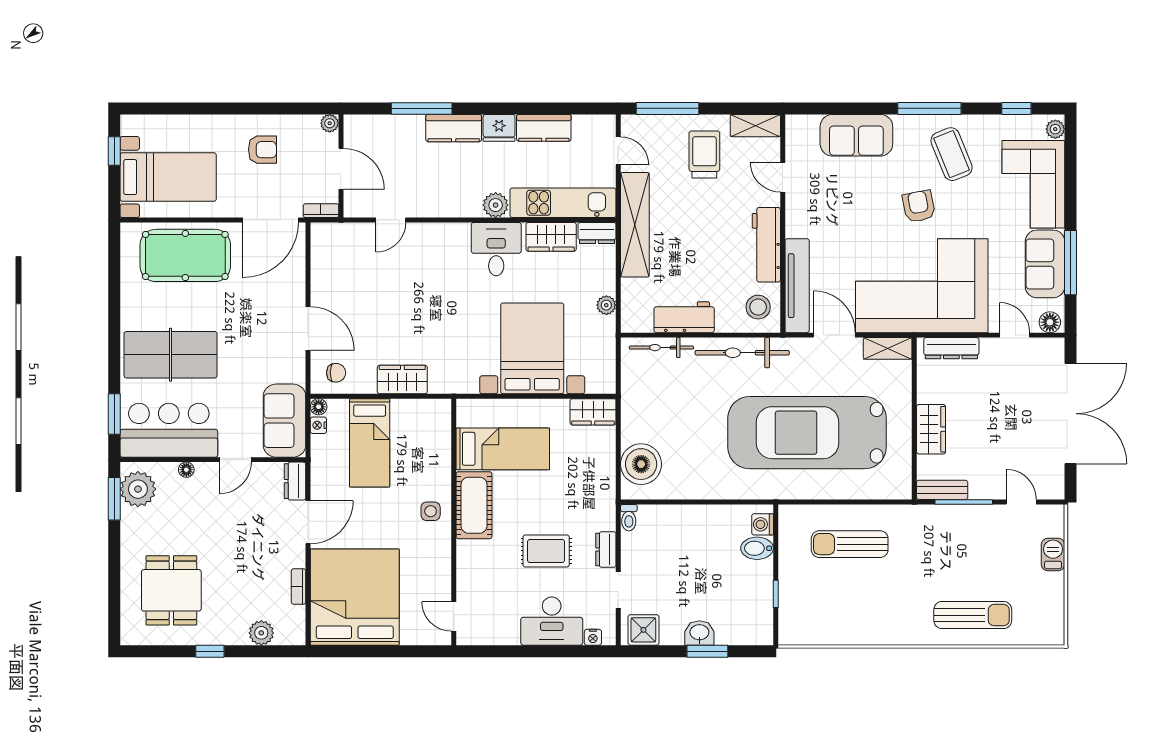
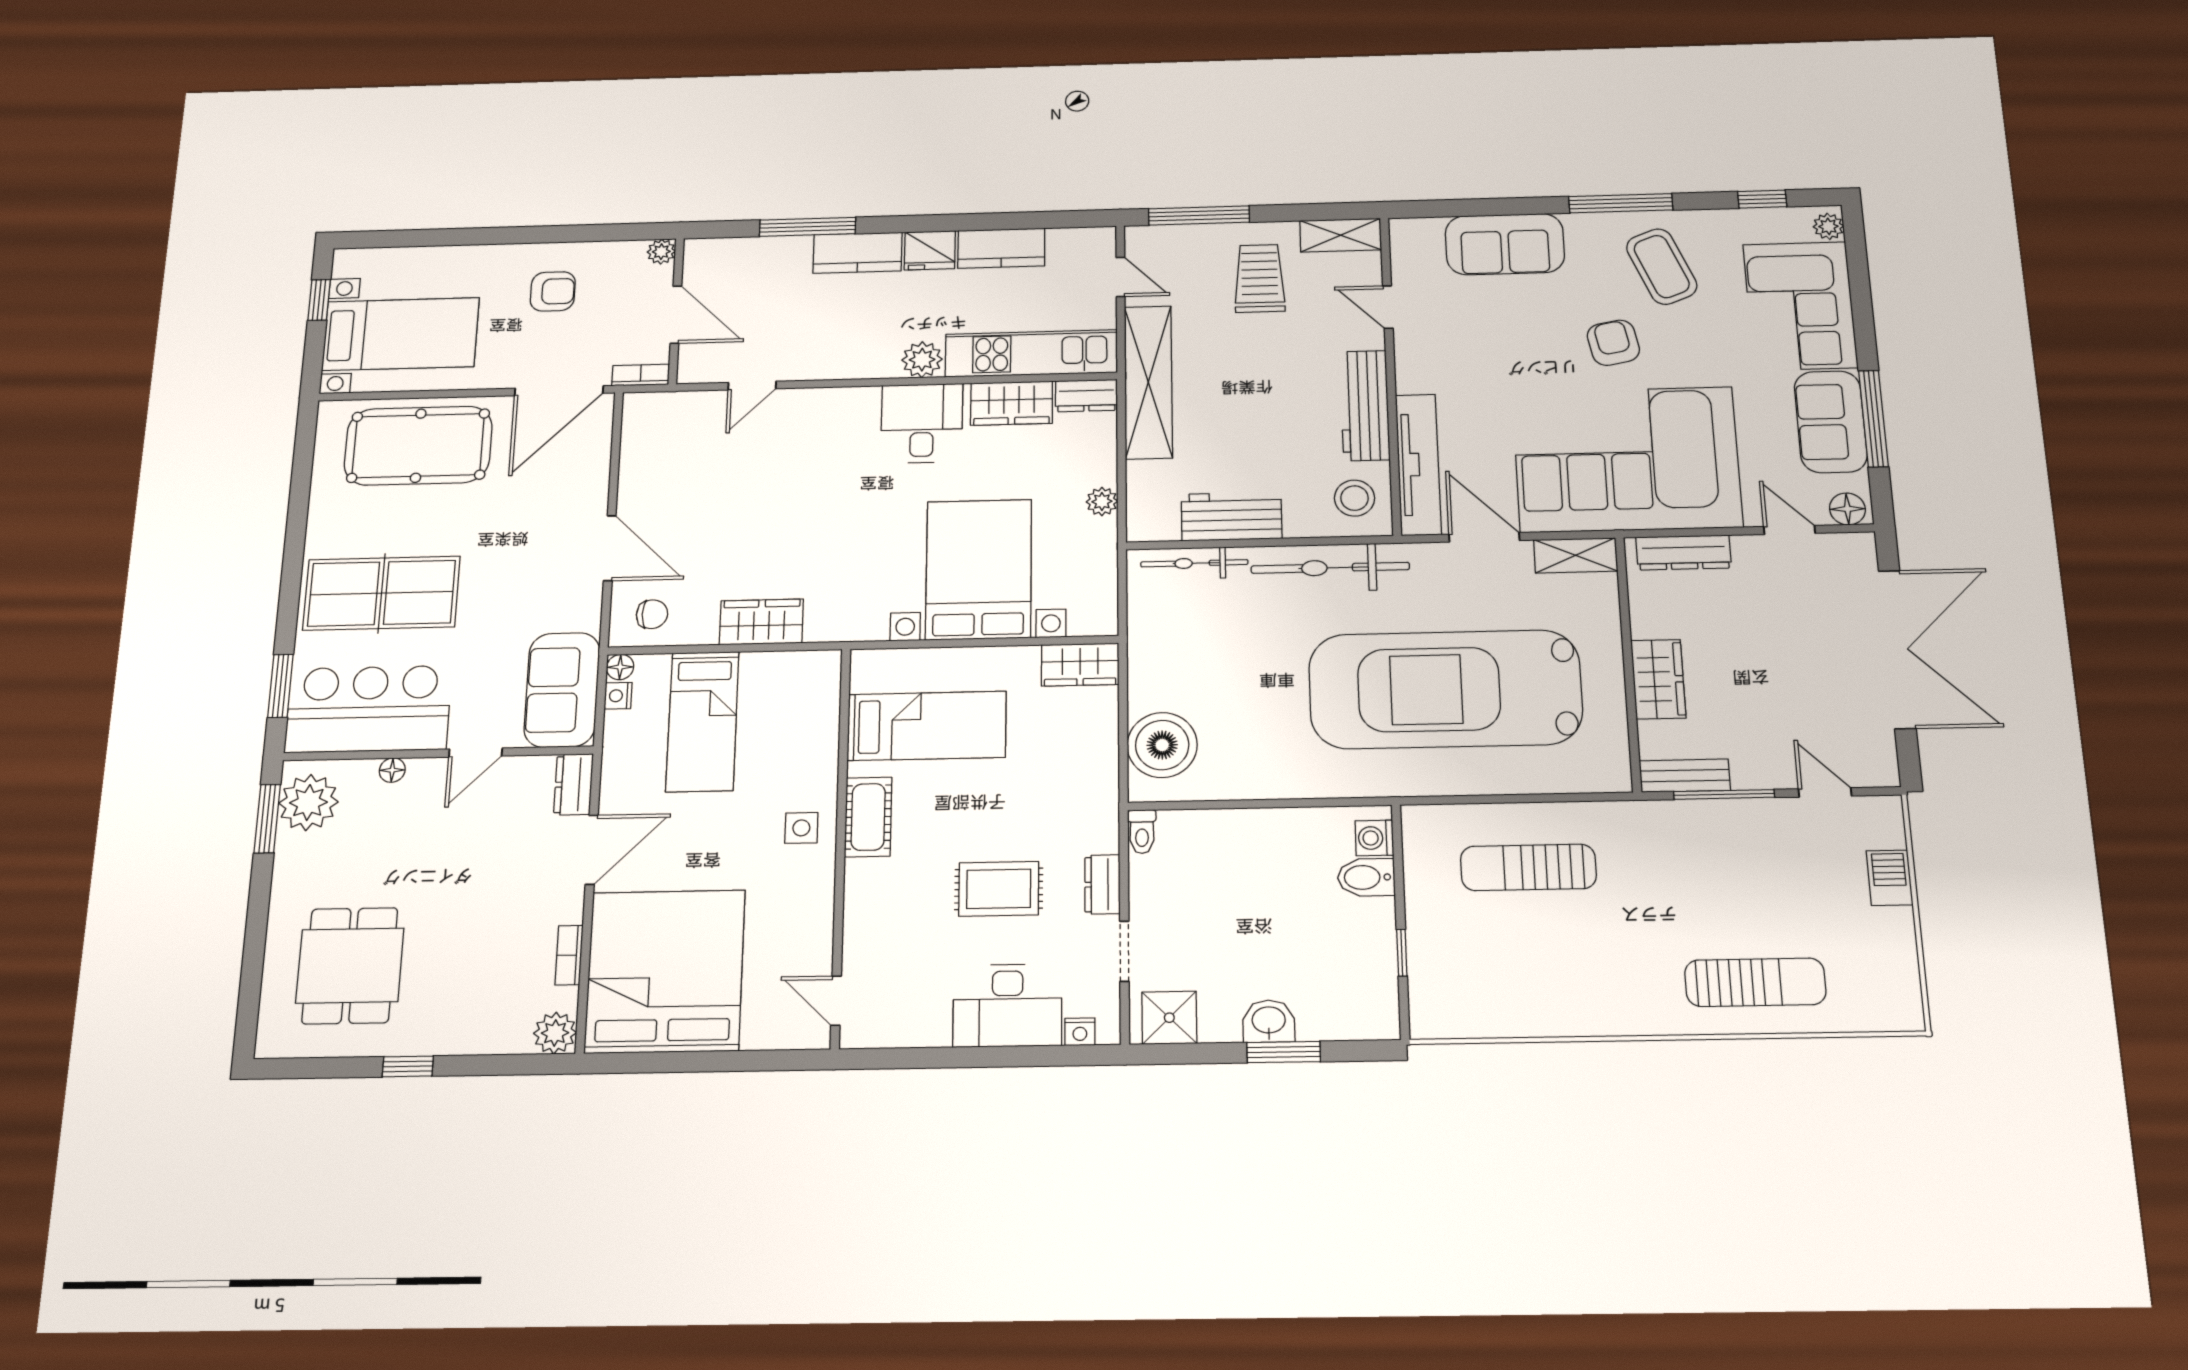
cot: (474, 505) -> (868, 817), width x0.73, depth x0.75
plant: (261, 633) -> (555, 1033), moved

